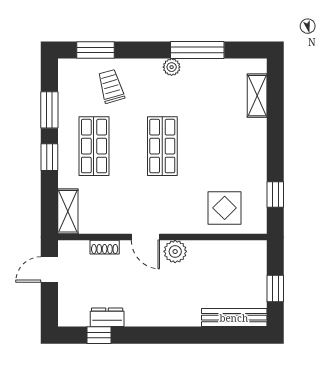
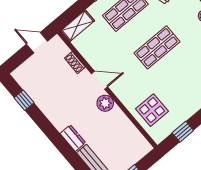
door: (145, 237) -> (99, 80), swing flipped
dresser: (107, 317) -> (73, 138), moved

